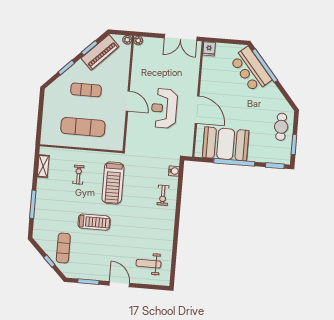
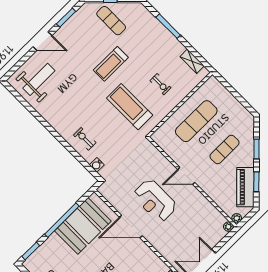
reception desk: (164, 108) -> (155, 201), turned 180
weight bench: (149, 264) -> (39, 79), width x1.36, depth x1.33

